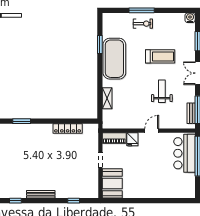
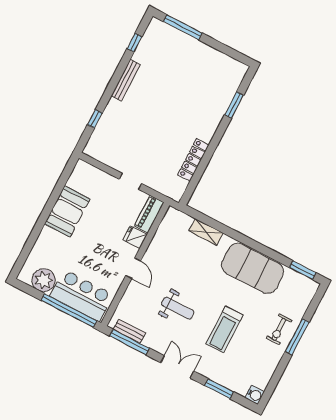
window: (100, 45) -> (303, 270), moved
plant: (187, 181) -> (44, 280), added
booth: (112, 183) -> (67, 211), moved, turned 90

